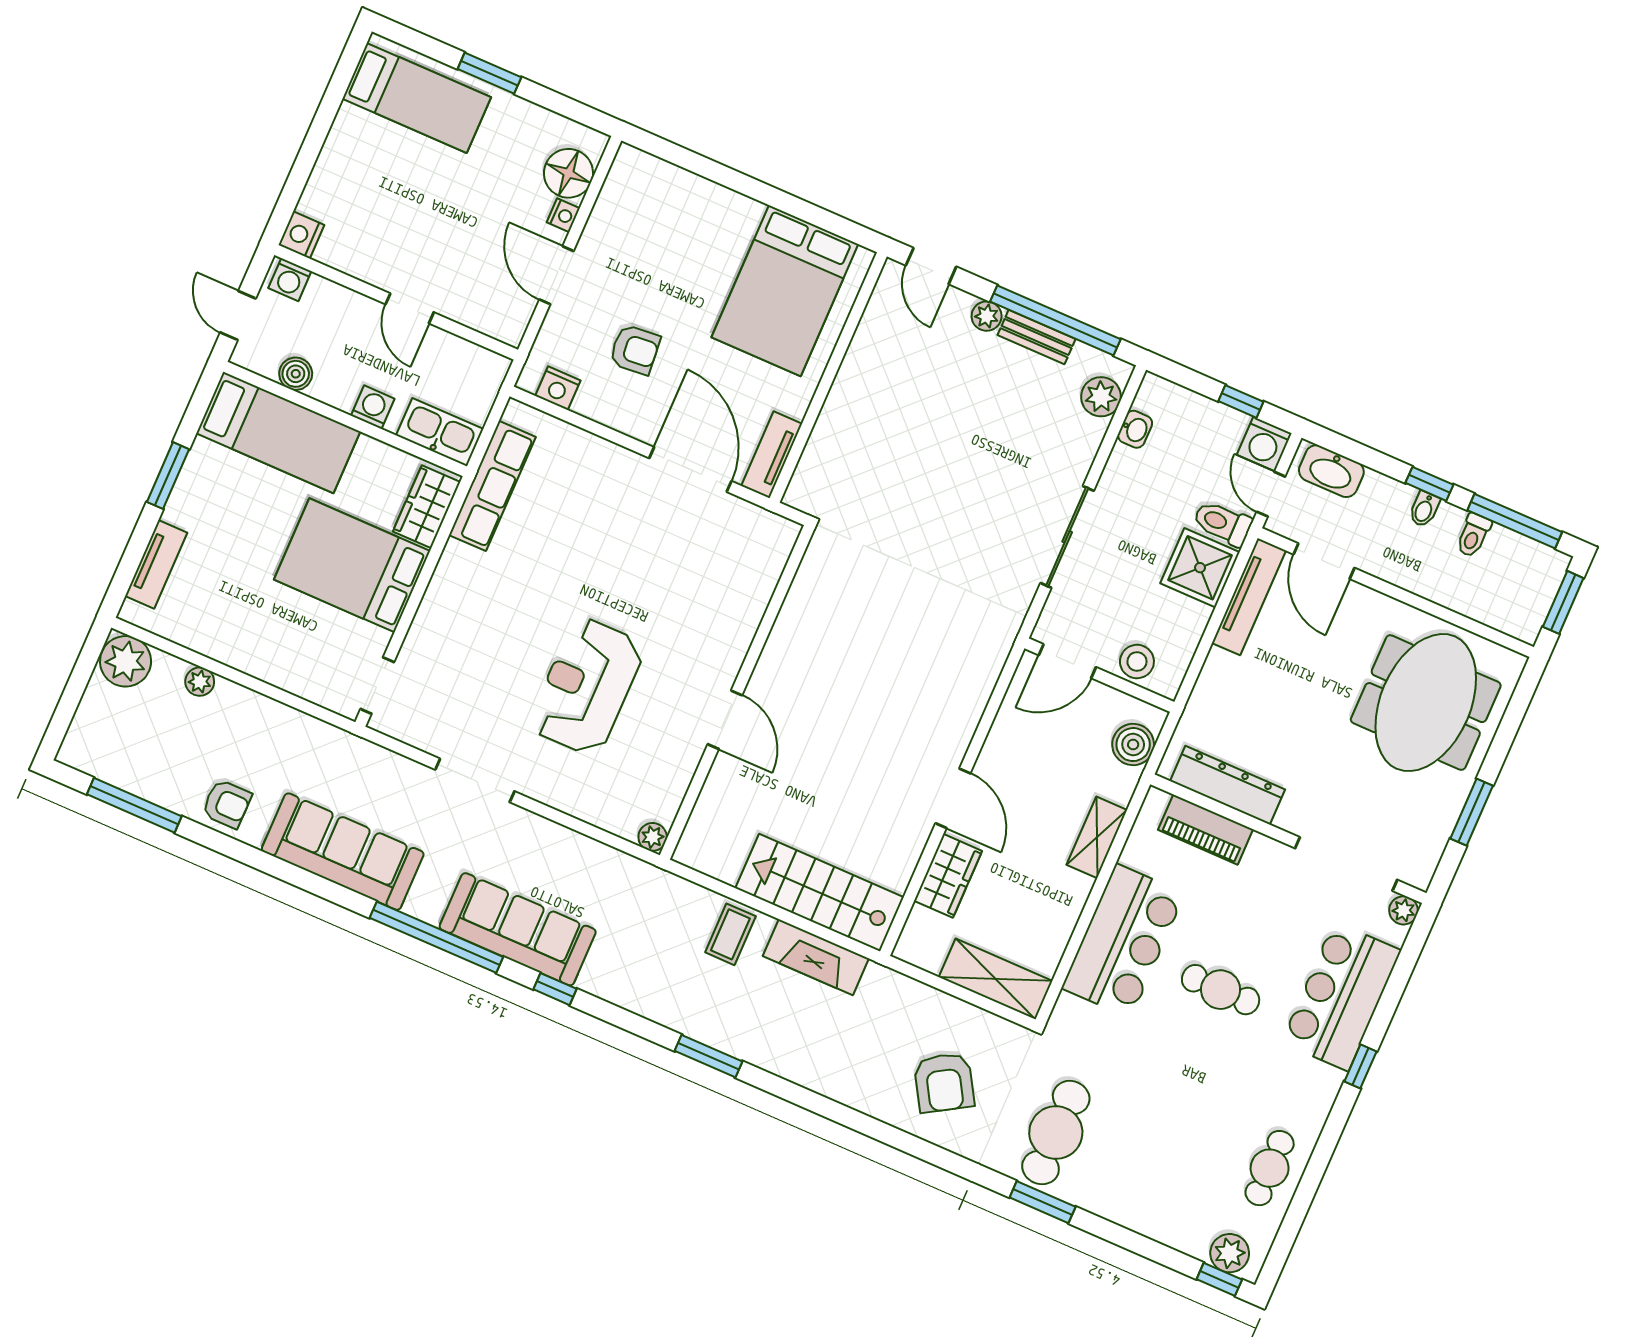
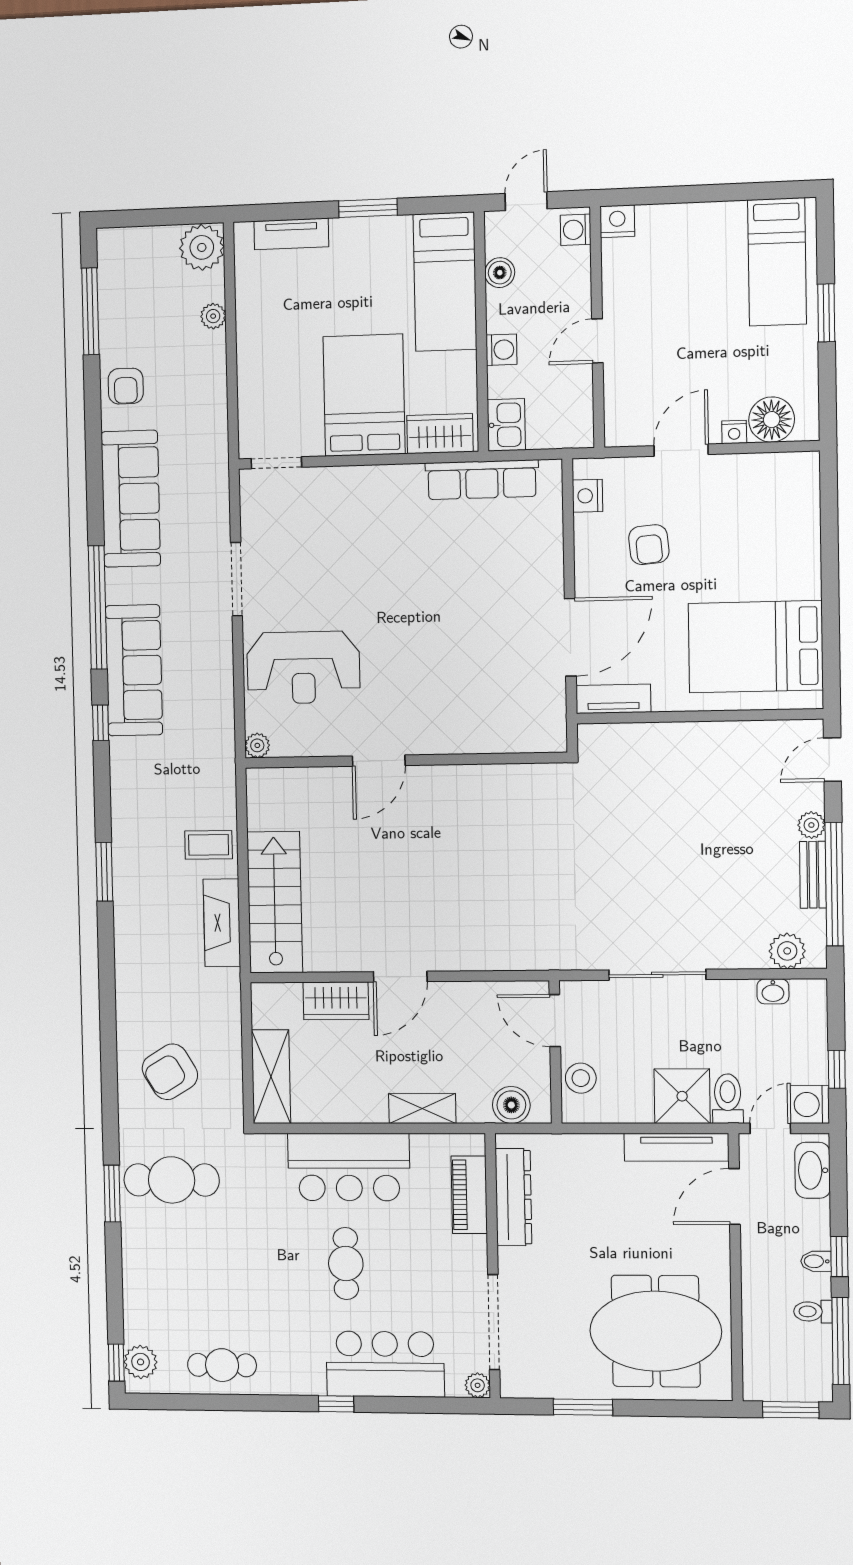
kitchen sink: (440, 432) -> (506, 425), width x0.73
reception desk: (587, 686) -> (303, 668), moved, turned 180

